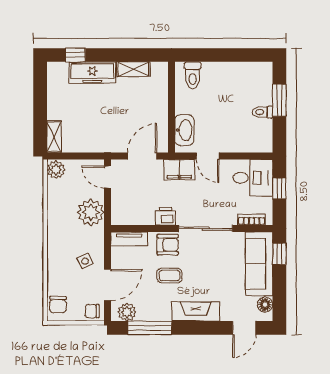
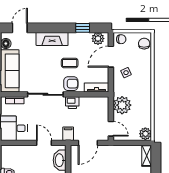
filing cabinet: (179, 170) -> (68, 134), width x0.50
armchair: (168, 245) -> (71, 84), turned 180
window: (150, 328) -> (83, 28), width x0.46

